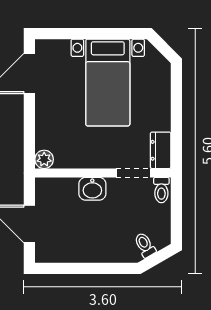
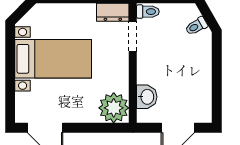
plant: (44, 159) -> (114, 108), width x1.87, depth x1.87
washbasin: (92, 189) -> (147, 97), moved

